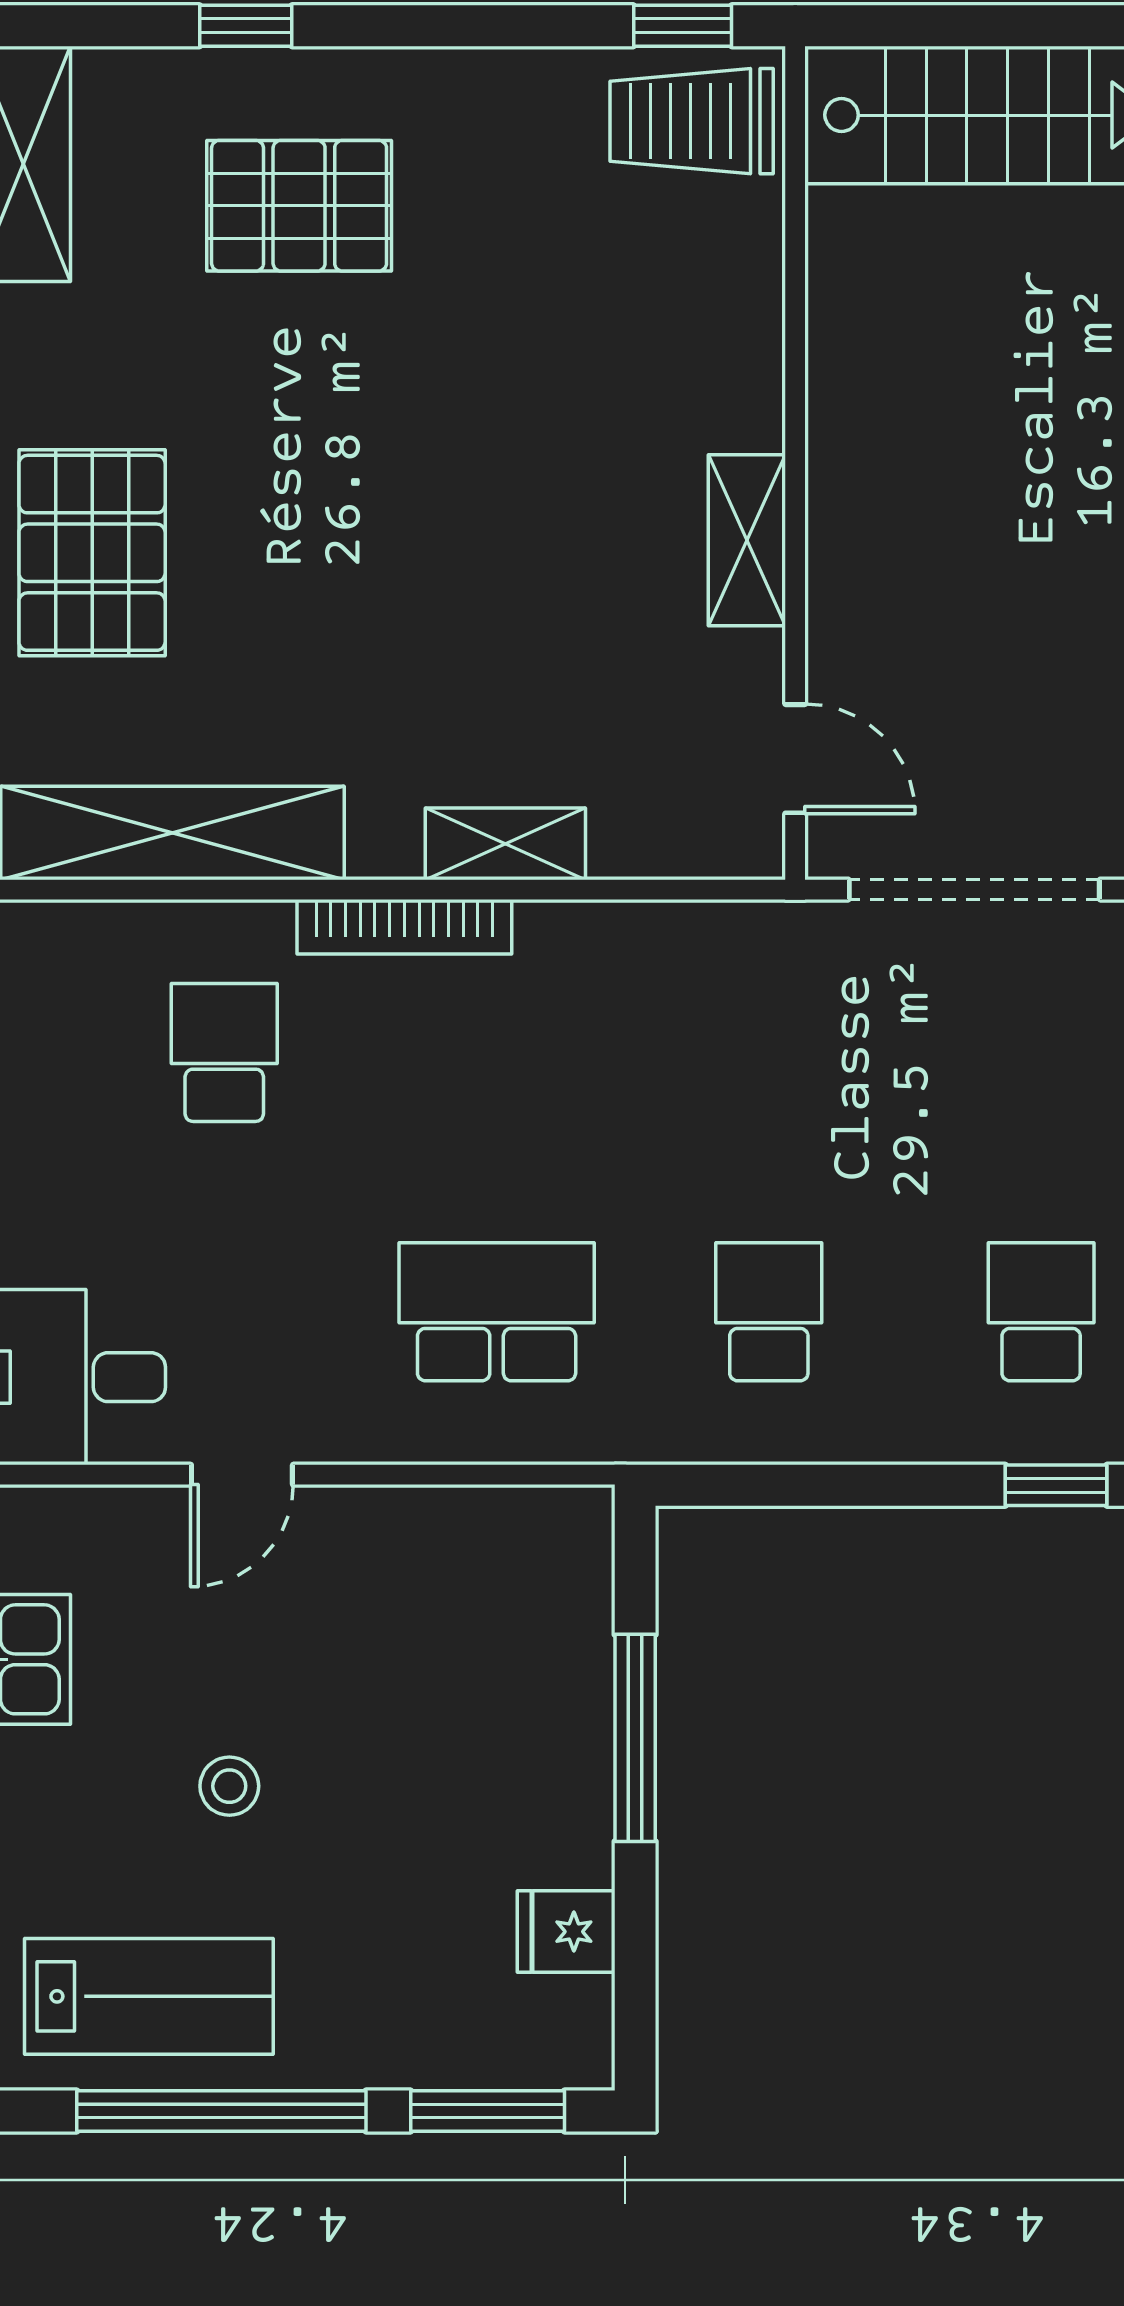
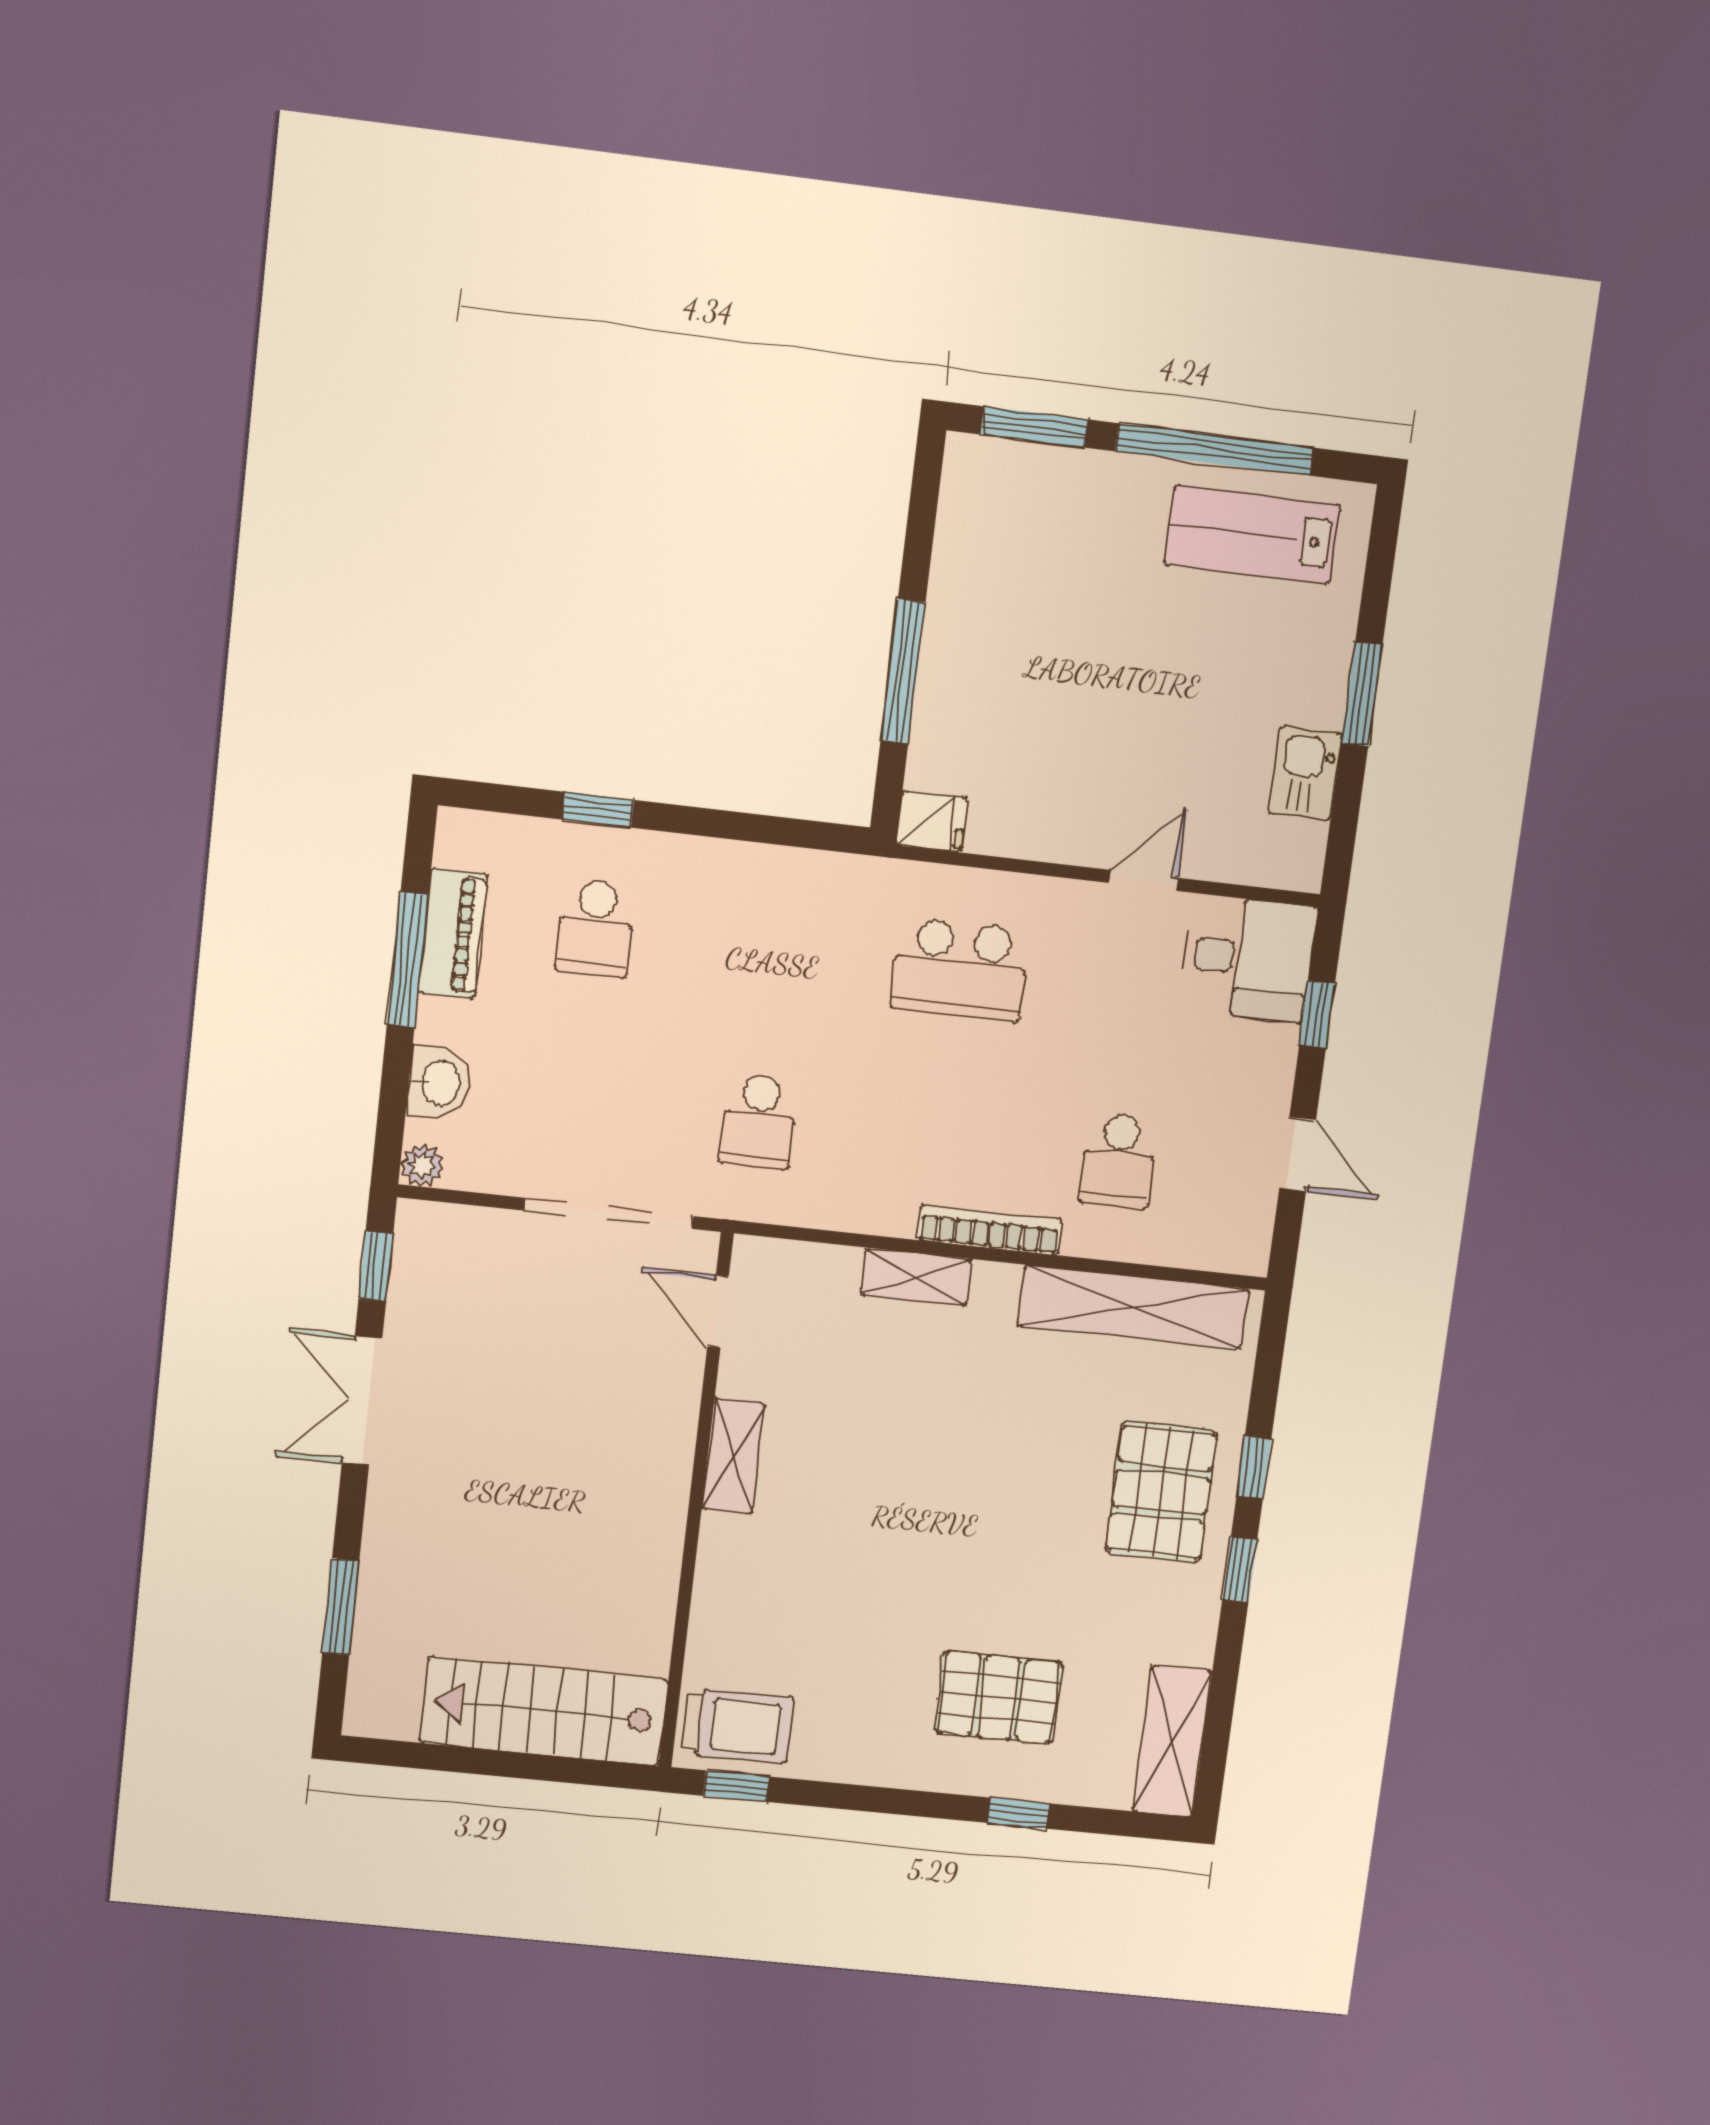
school desk: (769, 1312) -> (758, 1121), moved
stool: (229, 1786) -> (1180, 671), removed
fridge: (566, 1932) -> (932, 821), moved

